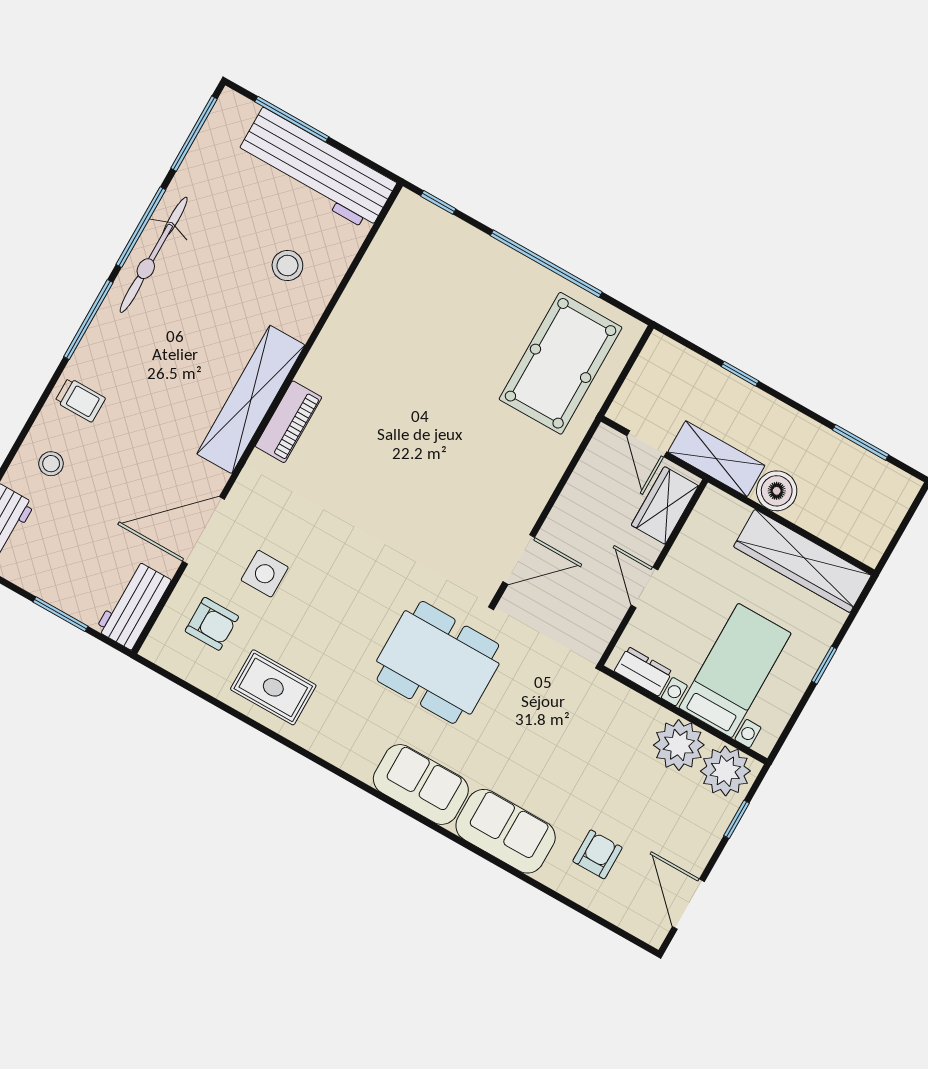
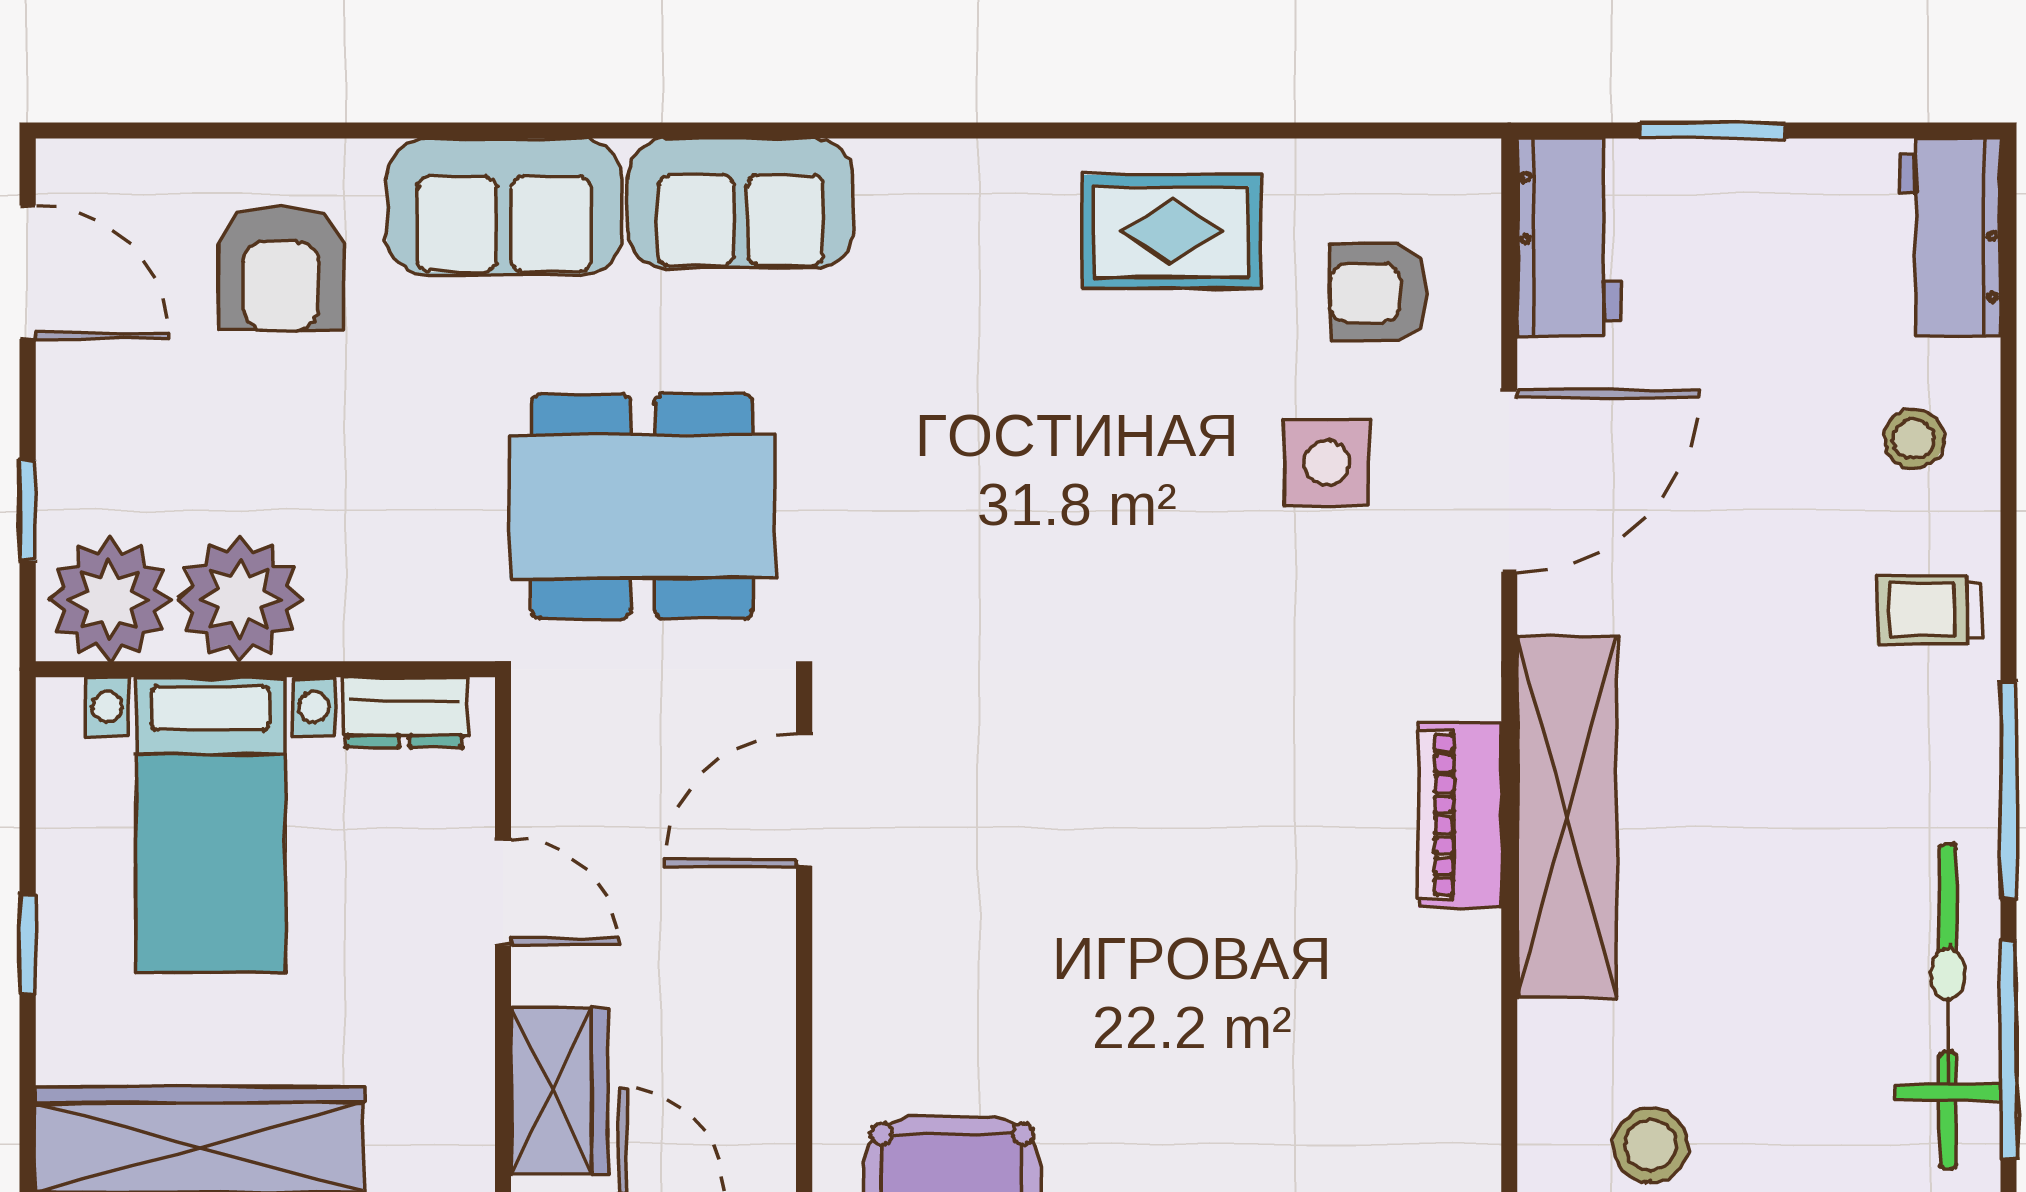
dining table: (438, 662) -> (642, 506), moved
armchair: (597, 854) -> (281, 268), width x1.38, depth x1.38

